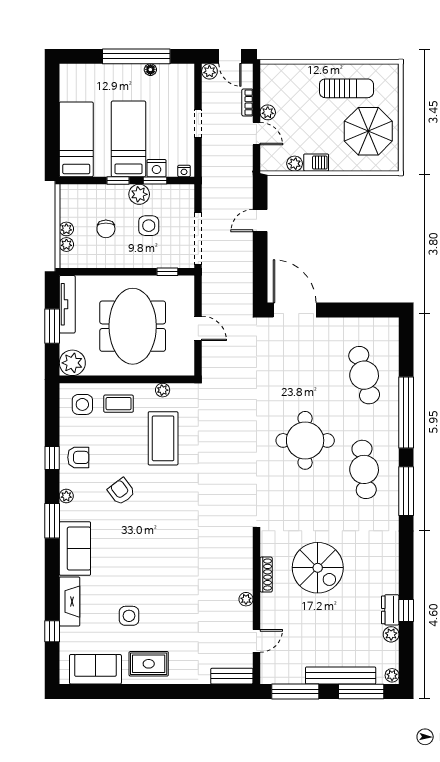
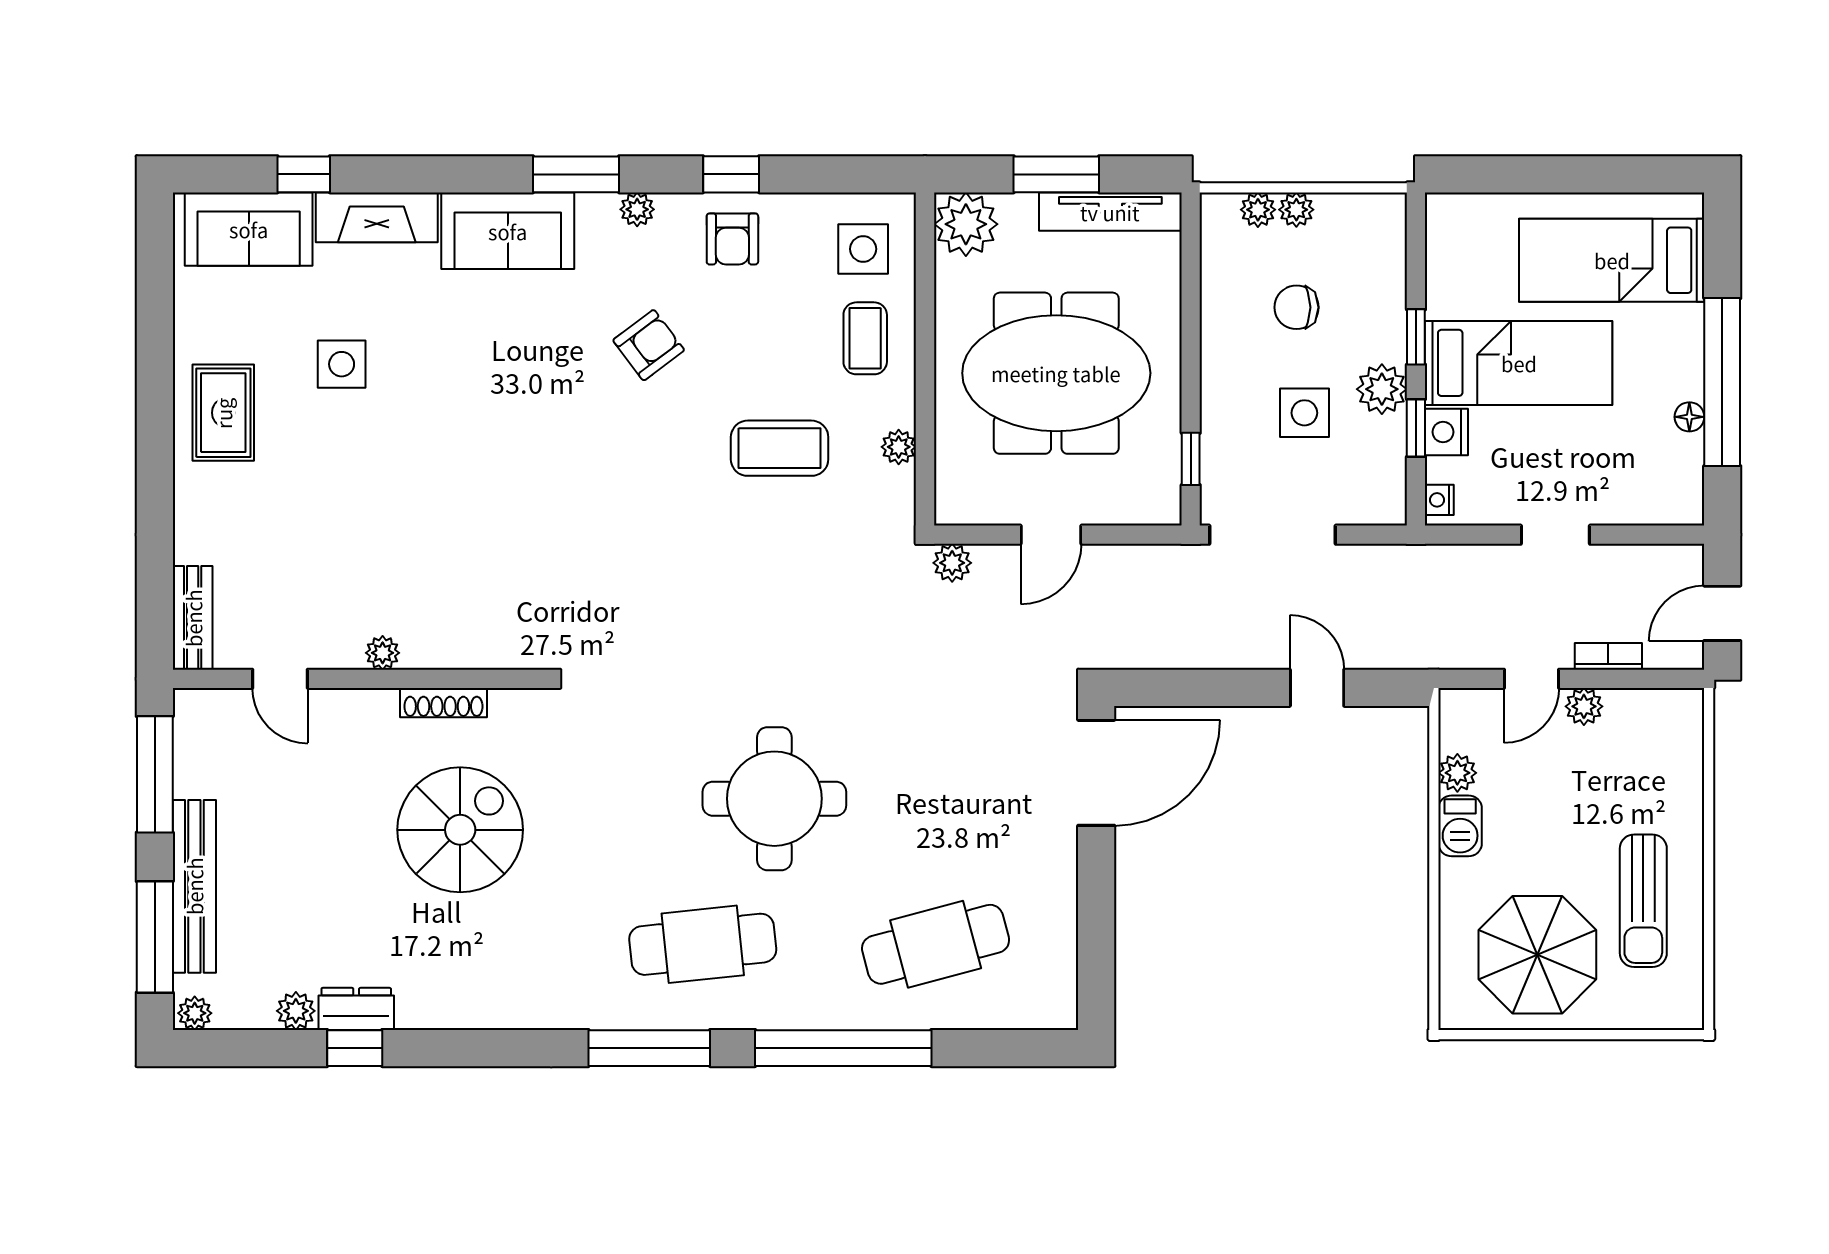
plant: (209, 71) -> (952, 563), moved
bed: (76, 139) -> (1612, 260), moved, turned 180
coffee table: (163, 438) -> (780, 448), width x0.73, depth x0.76
spiral stairs: (318, 568) -> (460, 830), turned 180
sofa: (95, 669) -> (249, 229), moved, turned 90

